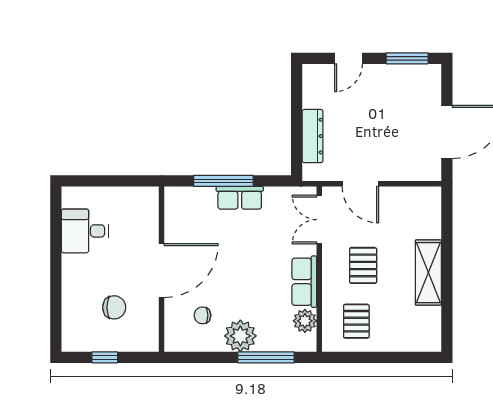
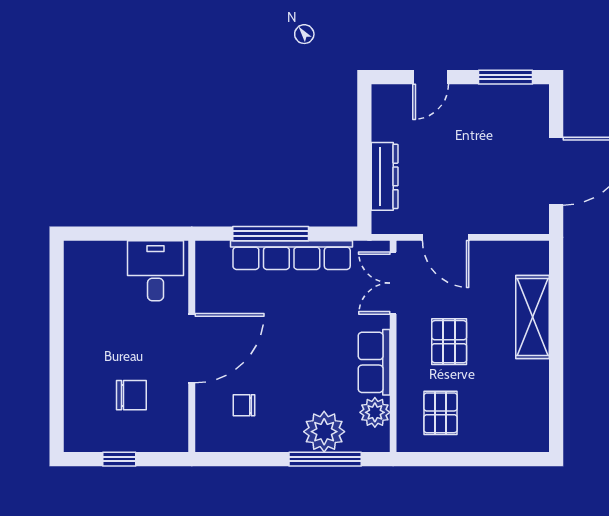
row of seats: (240, 198) -> (292, 255), width x2.02
desk: (85, 231) -> (156, 271), moved, turned 90
shelving: (428, 273) -> (533, 317), moved
plant: (240, 336) -> (324, 432), moved

